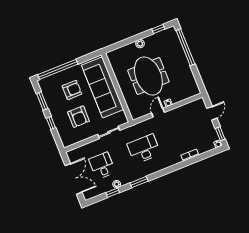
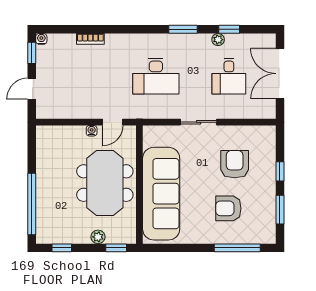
window: (127, 41) -> (116, 248), added
window: (58, 69) -> (237, 248), width x0.68
sofa: (103, 87) -> (161, 194), moved
wall: (117, 88) -> (139, 185), moved

